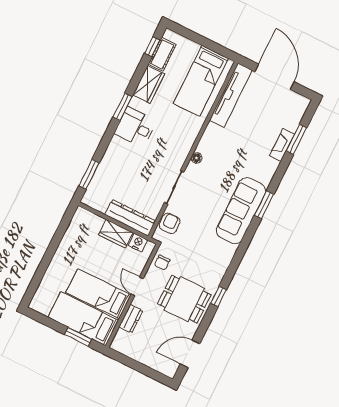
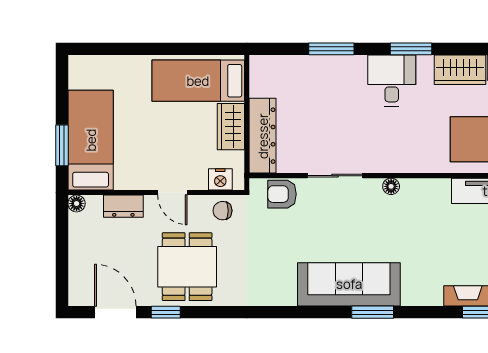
window: (89, 174) -> (331, 49), moved
armchair: (170, 223) -> (282, 194), turned 180
nightstand: (138, 243) -> (220, 179), moved, turned 90
door: (137, 286) -> (172, 193), swing flipped
bed: (99, 294) -> (198, 81), moved, turned -90
window: (218, 296) -> (166, 312), moved
floor lamp: (116, 345) -> (77, 204), added

